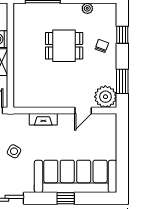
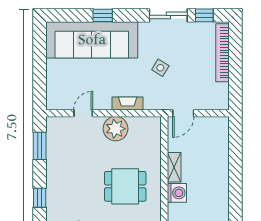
dining table: (64, 46) -> (125, 186), moved
chair: (102, 46) -> (62, 185), removed
plant: (105, 97) -> (116, 129), moved

